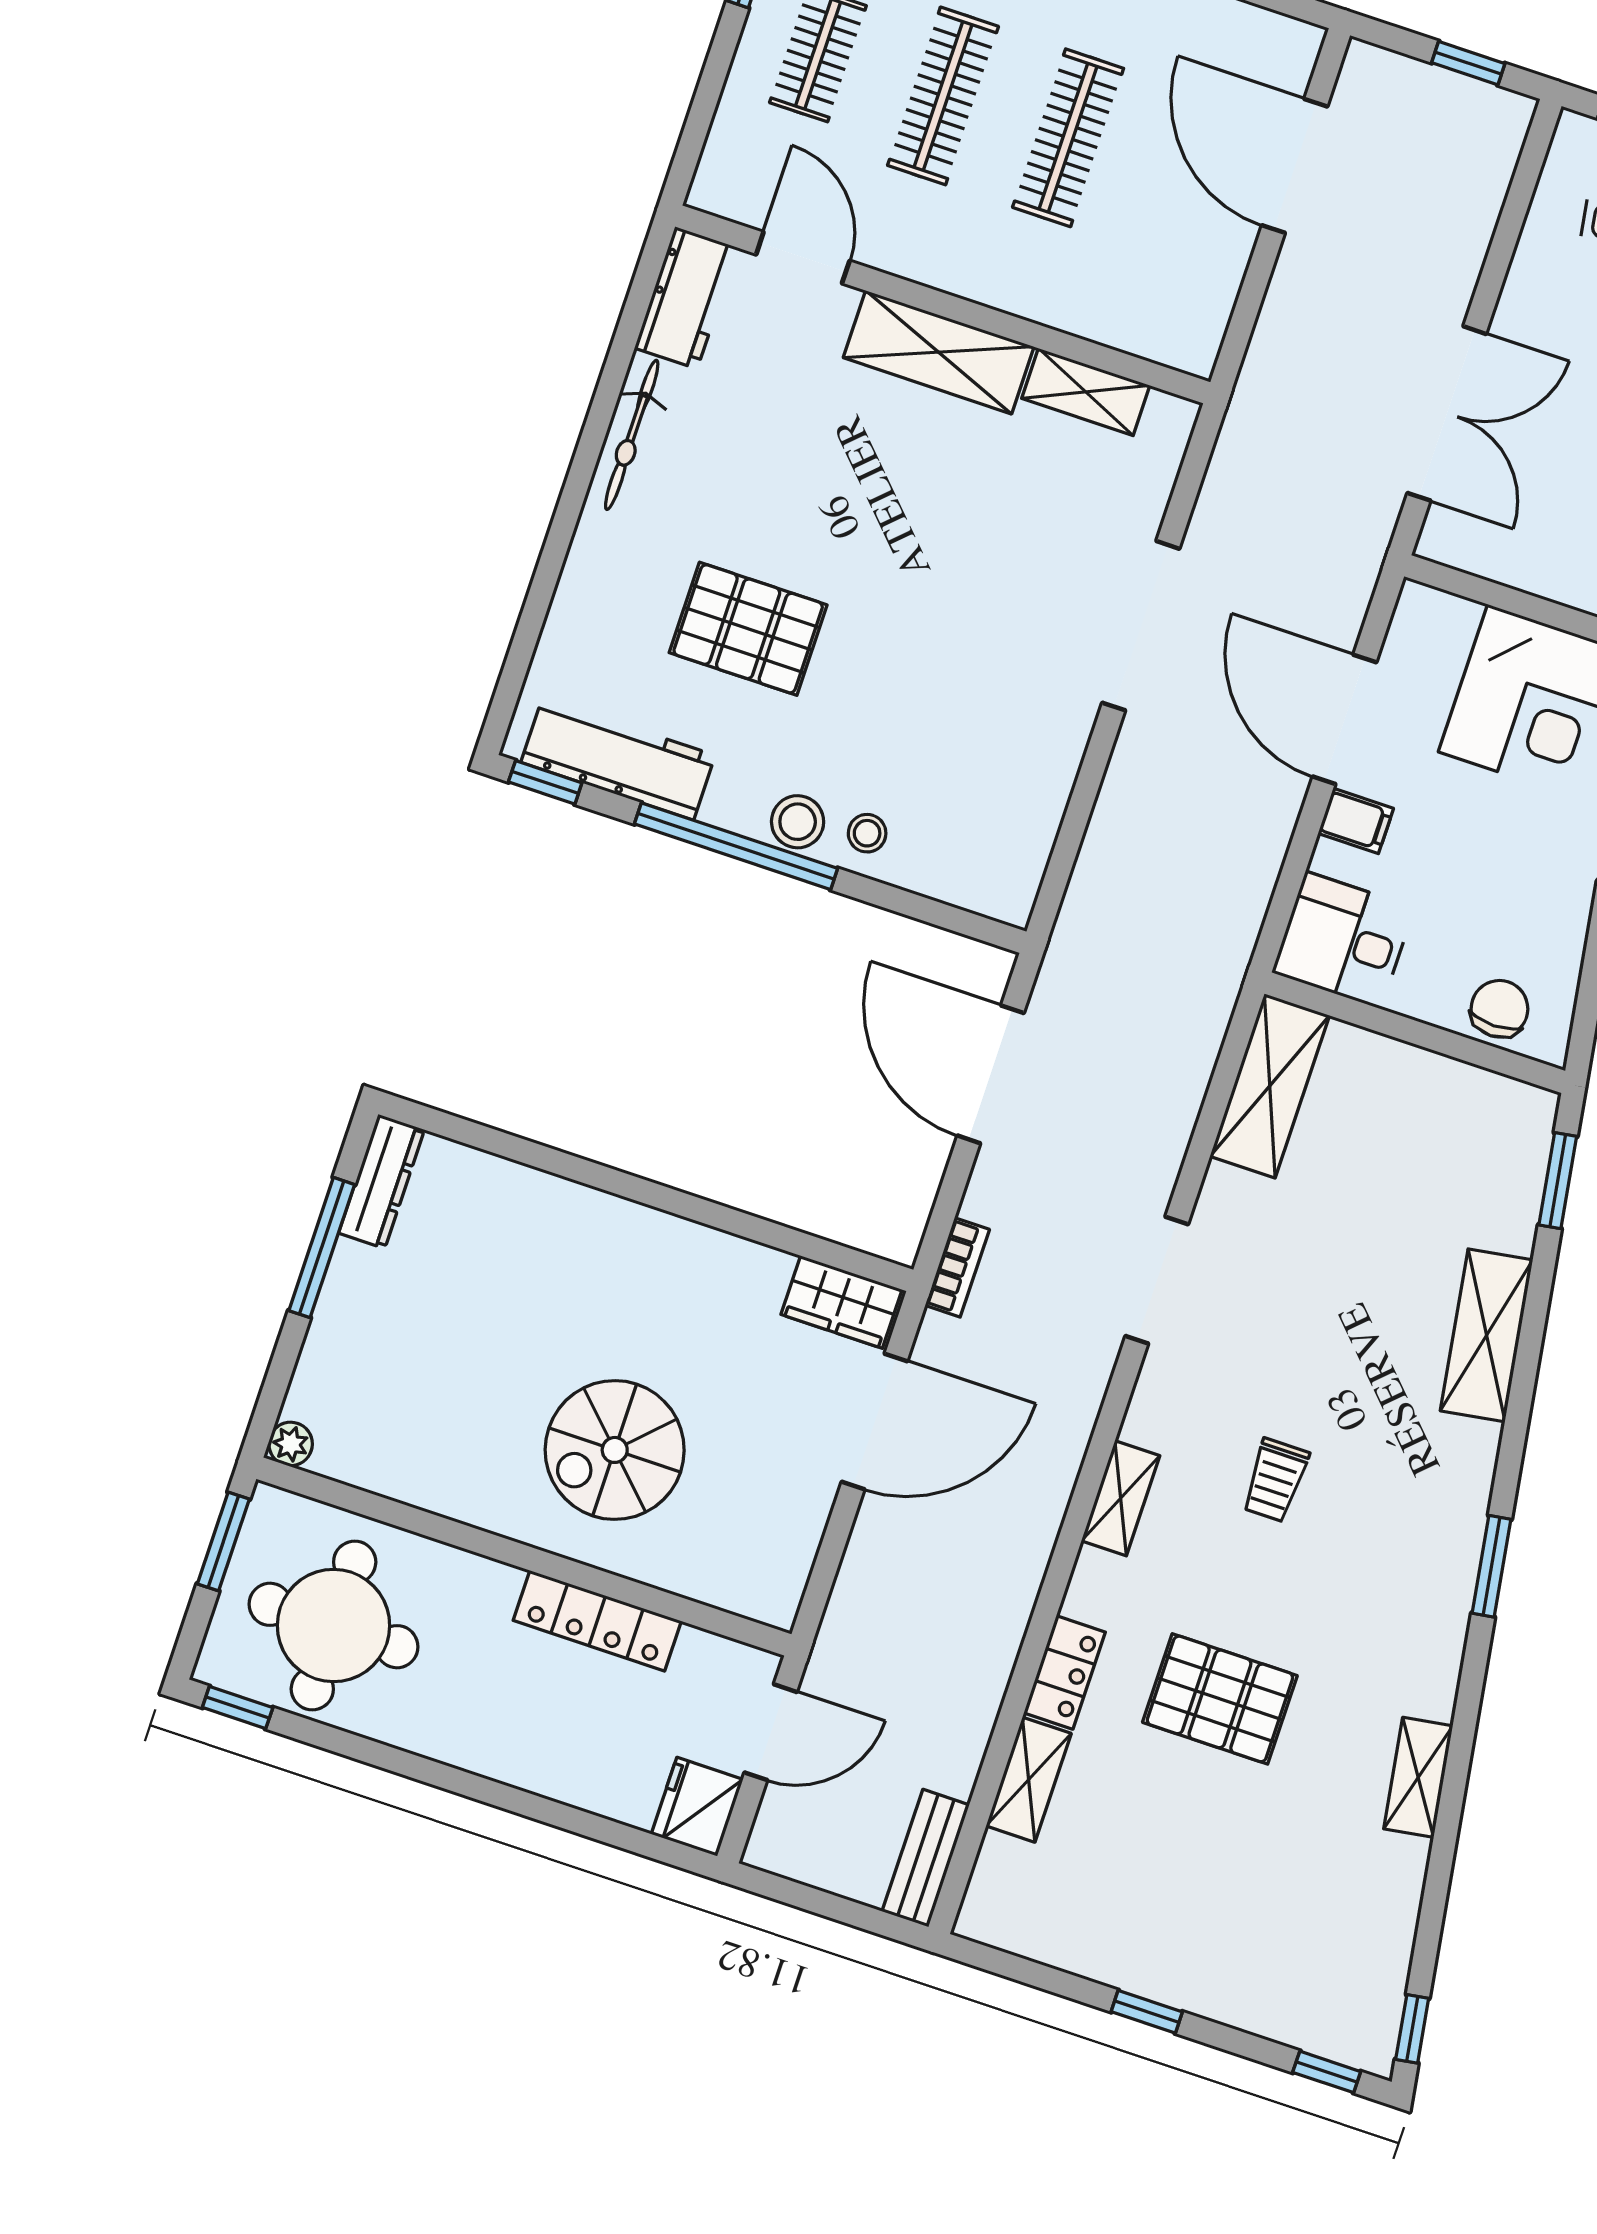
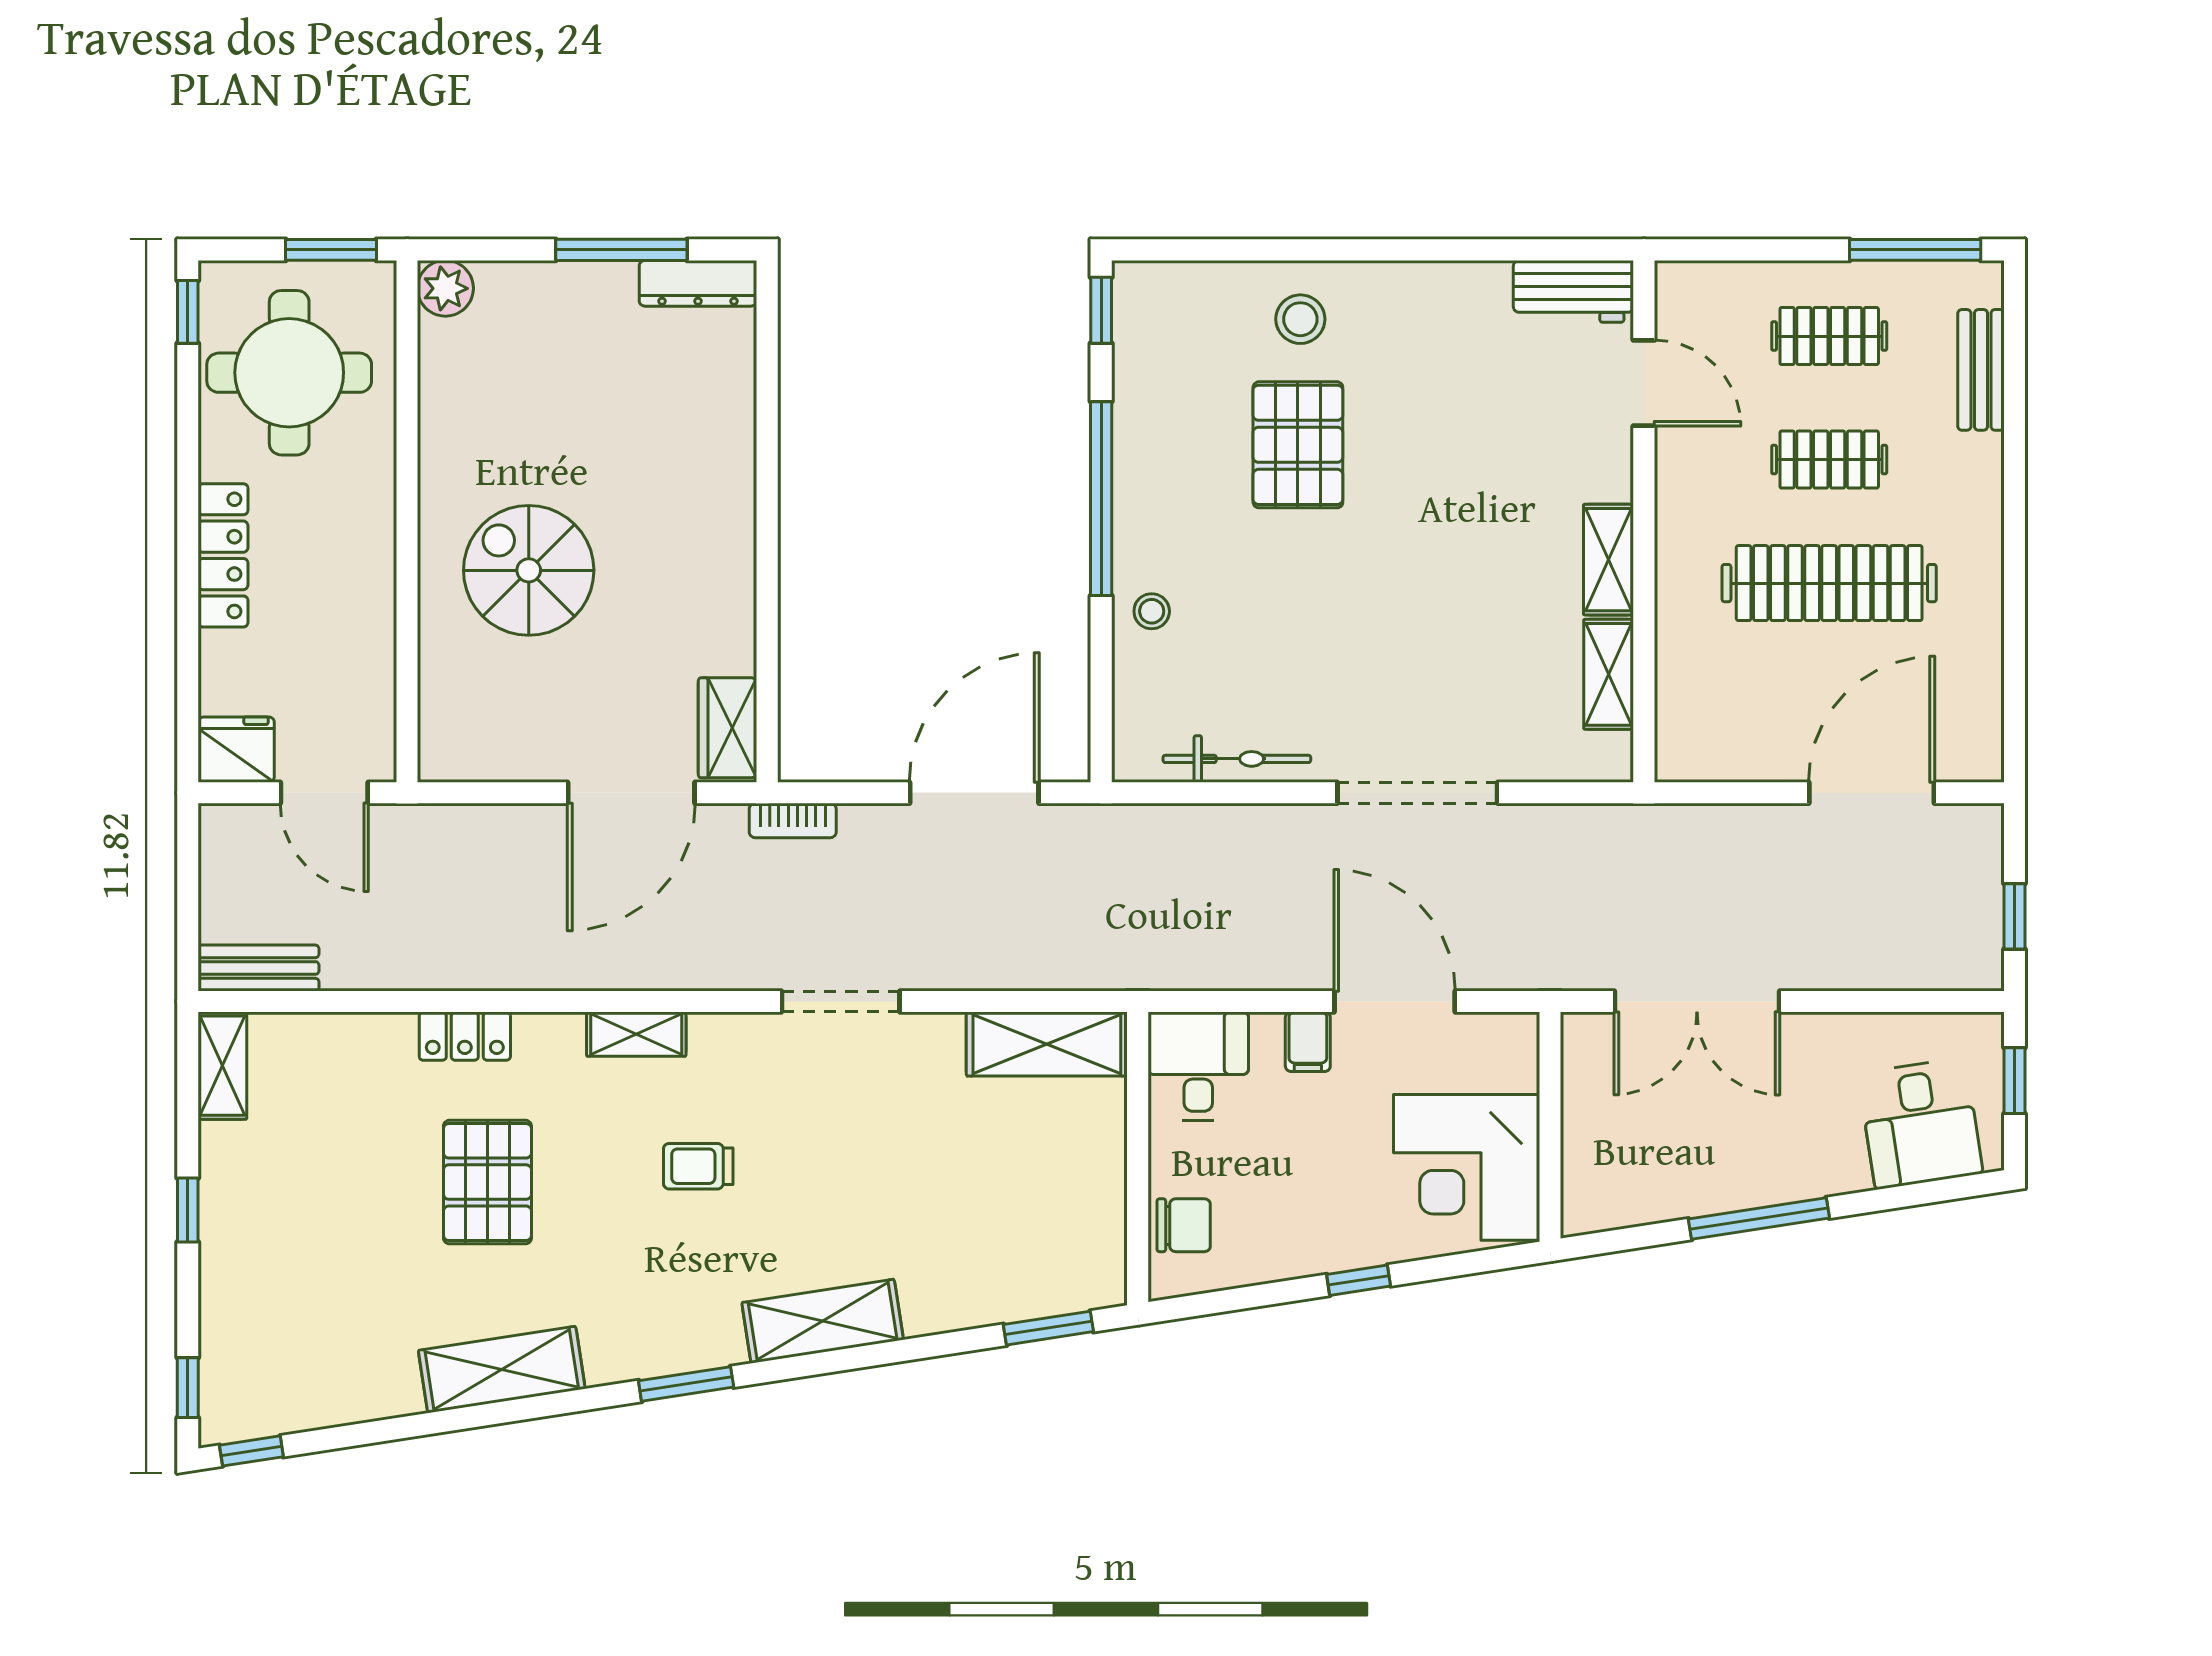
clothes rail: (943, 96) -> (1829, 460), width x0.73
clothes rail: (1068, 138) -> (1829, 583), width x1.37, depth x1.31
door: (803, 258) -> (1644, 383), hinge flipped
shelving: (939, 352) -> (1609, 560), width x0.67, depth x0.75
bicycle: (632, 435) -> (1237, 759), moved, turned 180
door: (1344, 719) -> (1395, 1001), hinge flipped
workbench: (618, 759) -> (1144, 368), removed
stool: (798, 822) -> (1300, 319), moved
shelving: (1487, 1335) -> (823, 1321), moved
door: (874, 1421) -> (631, 793), hinge flipped
plant: (291, 1444) -> (445, 288), width x1.38, depth x1.38
locker: (597, 1621) -> (223, 555), moved, turned 180
shelving: (1418, 1777) -> (502, 1370), width x1.50, depth x1.33
shelving: (1029, 1780) -> (222, 1066), moved, turned 90

